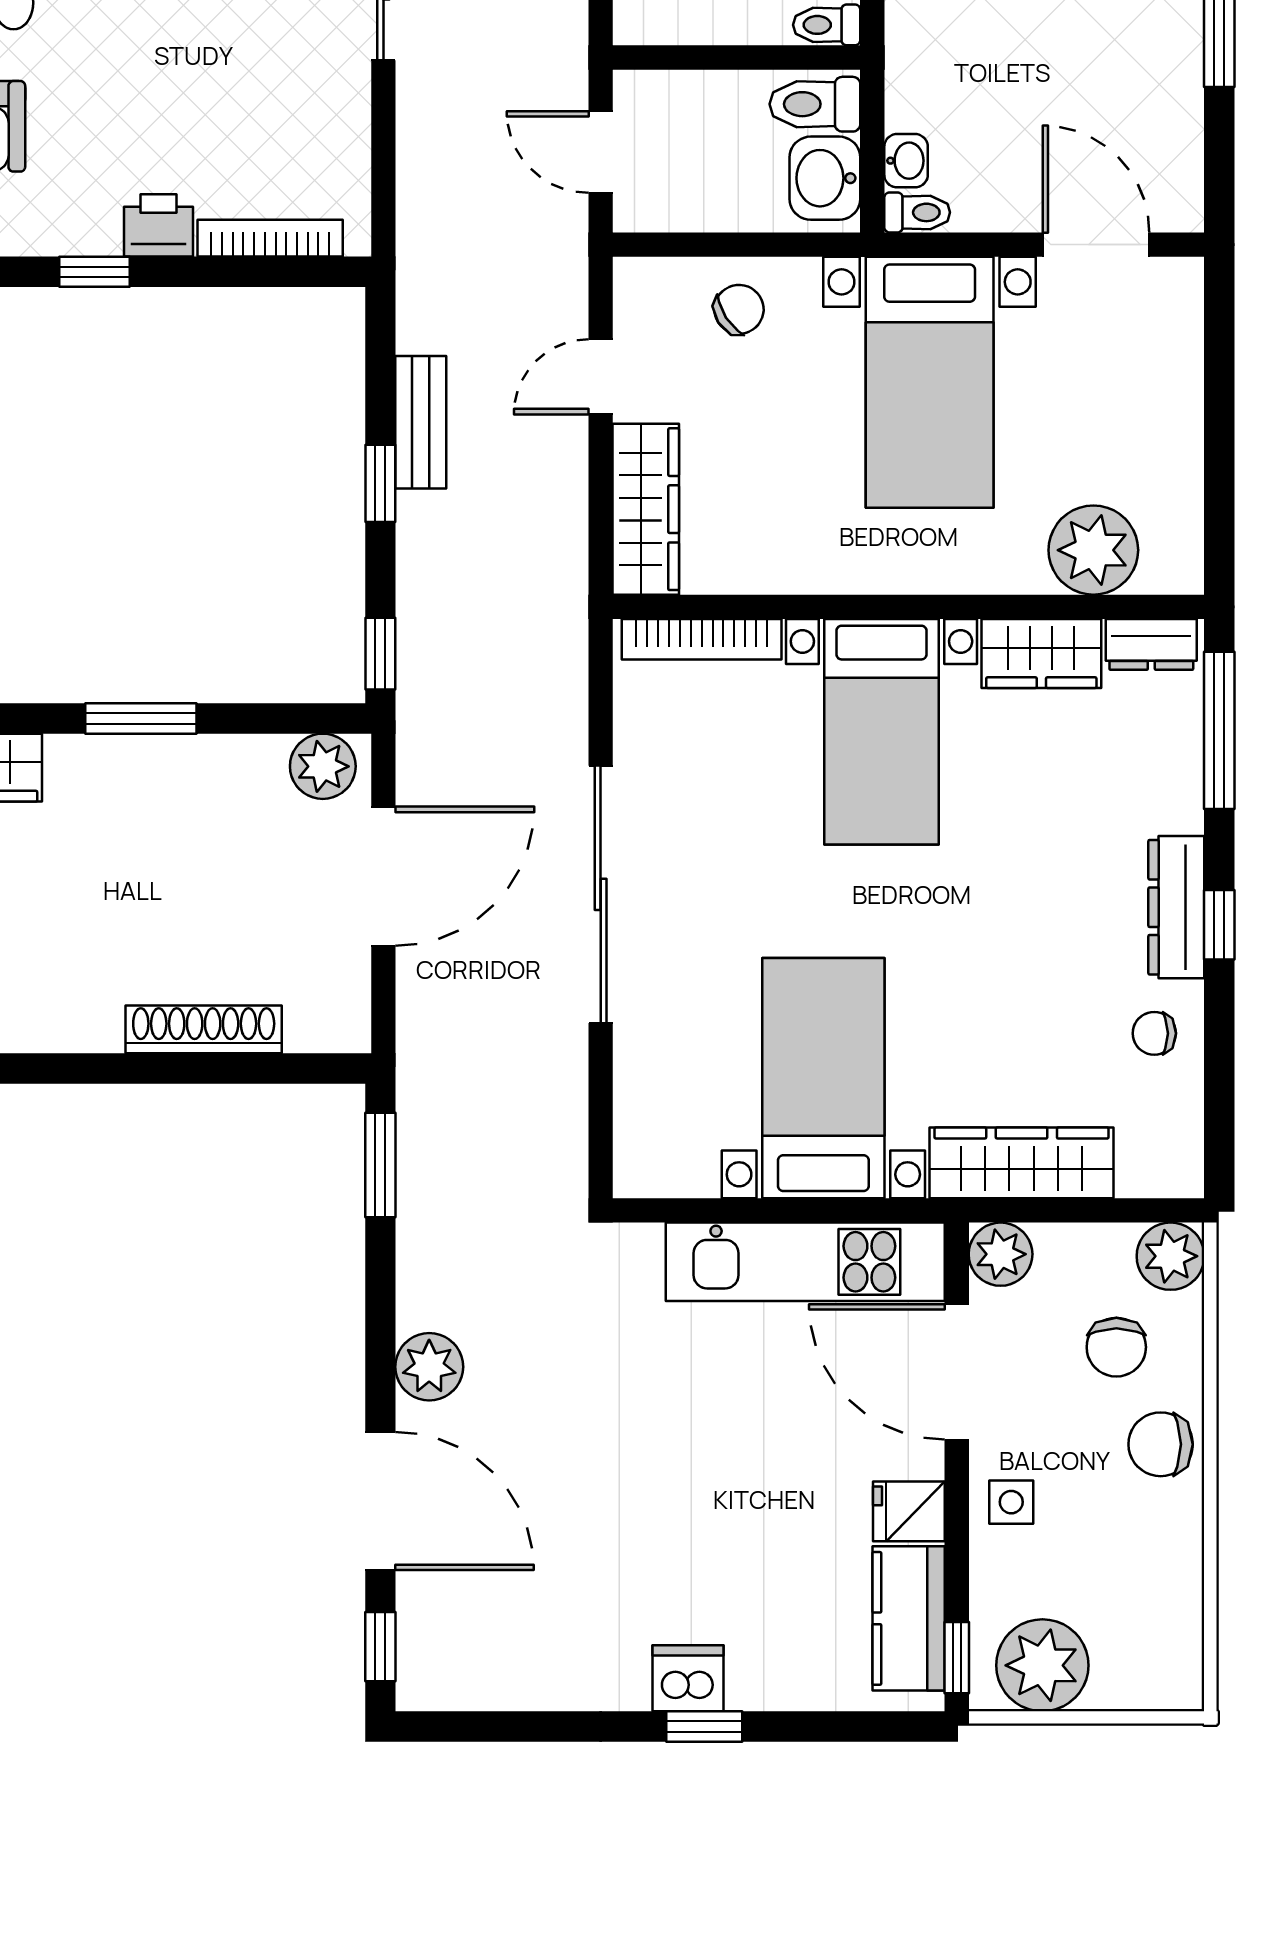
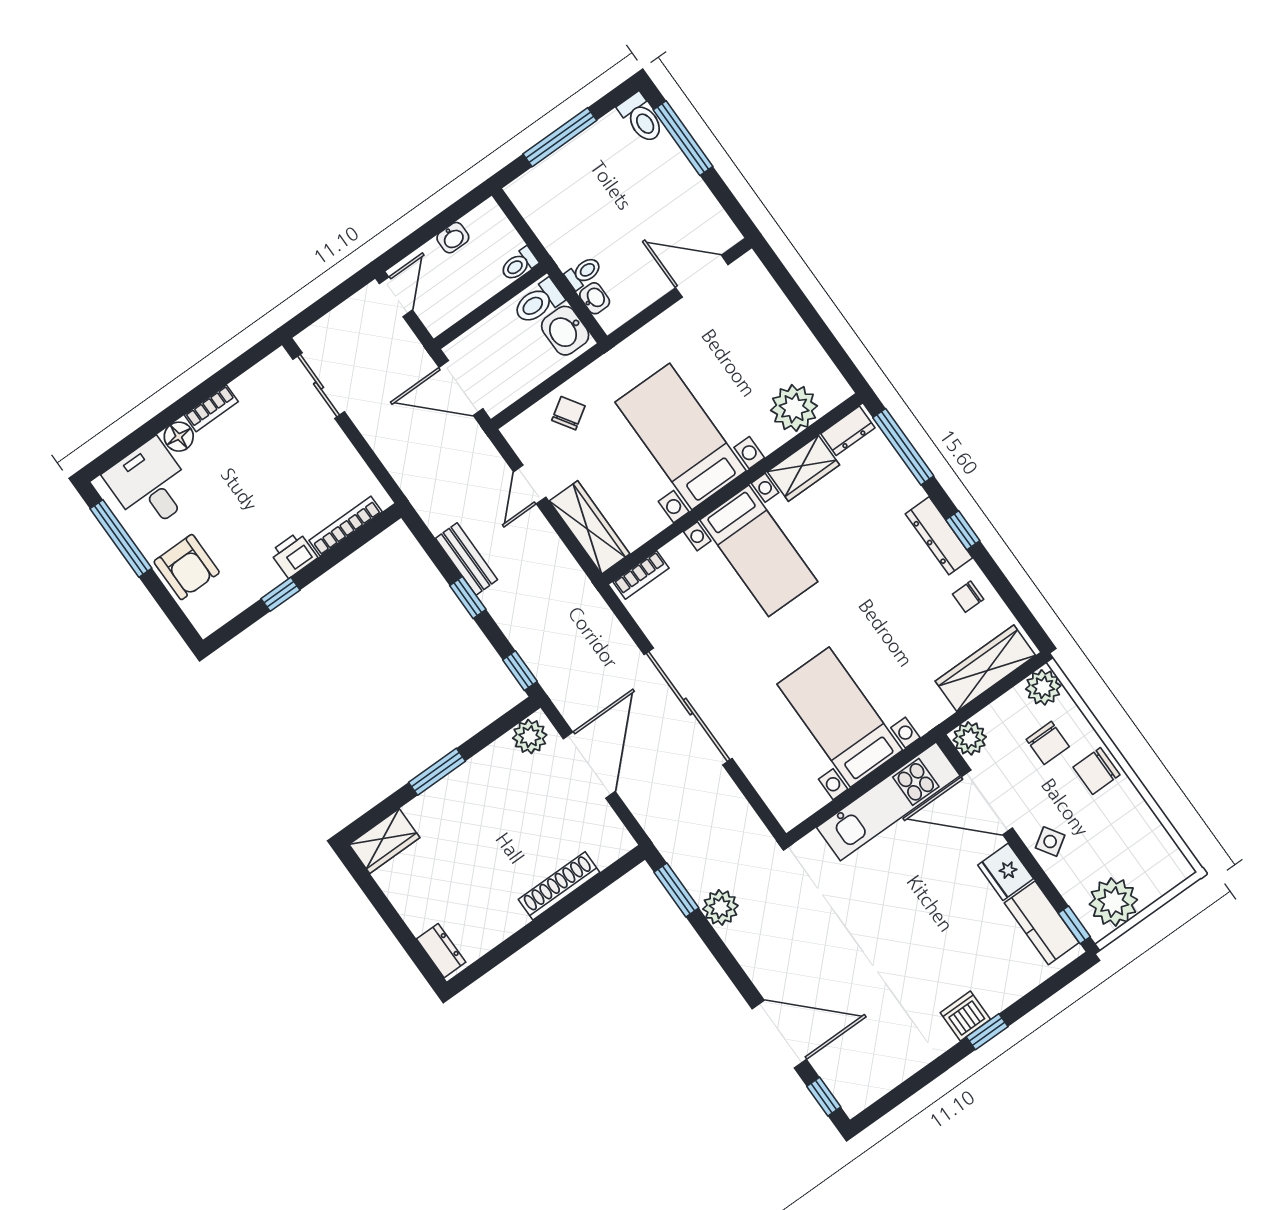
door: (601, 152) -> (461, 388), width x1.38
toilet: (917, 212) -> (583, 273), moved
bed with nightstands: (930, 382) -> (681, 437), moved, turned 180
bookcase: (702, 639) -> (641, 575), width x0.64
wardrobe: (1022, 1163) -> (985, 668), moved
plant: (429, 1367) -> (720, 907), moved
side table: (1011, 1502) -> (1050, 842), turned -33
fridge: (909, 1511) -> (1006, 872), width x1.38

